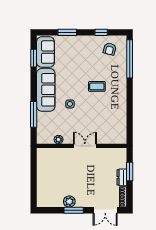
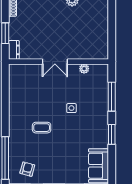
window: (34, 58) -> (112, 134), moved
sofa: (46, 90) -> (98, 124), removed
dresser: (122, 177) -> (14, 50), moved

